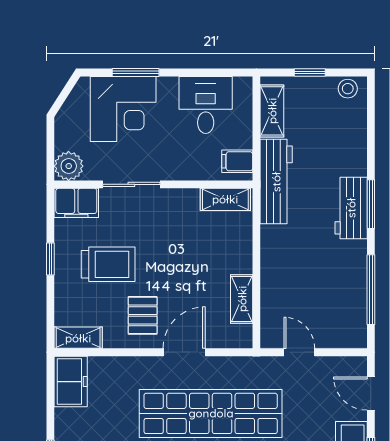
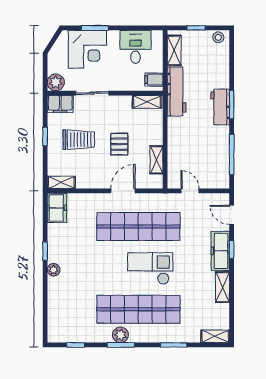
pallet: (143, 315) -> (119, 144), moved

